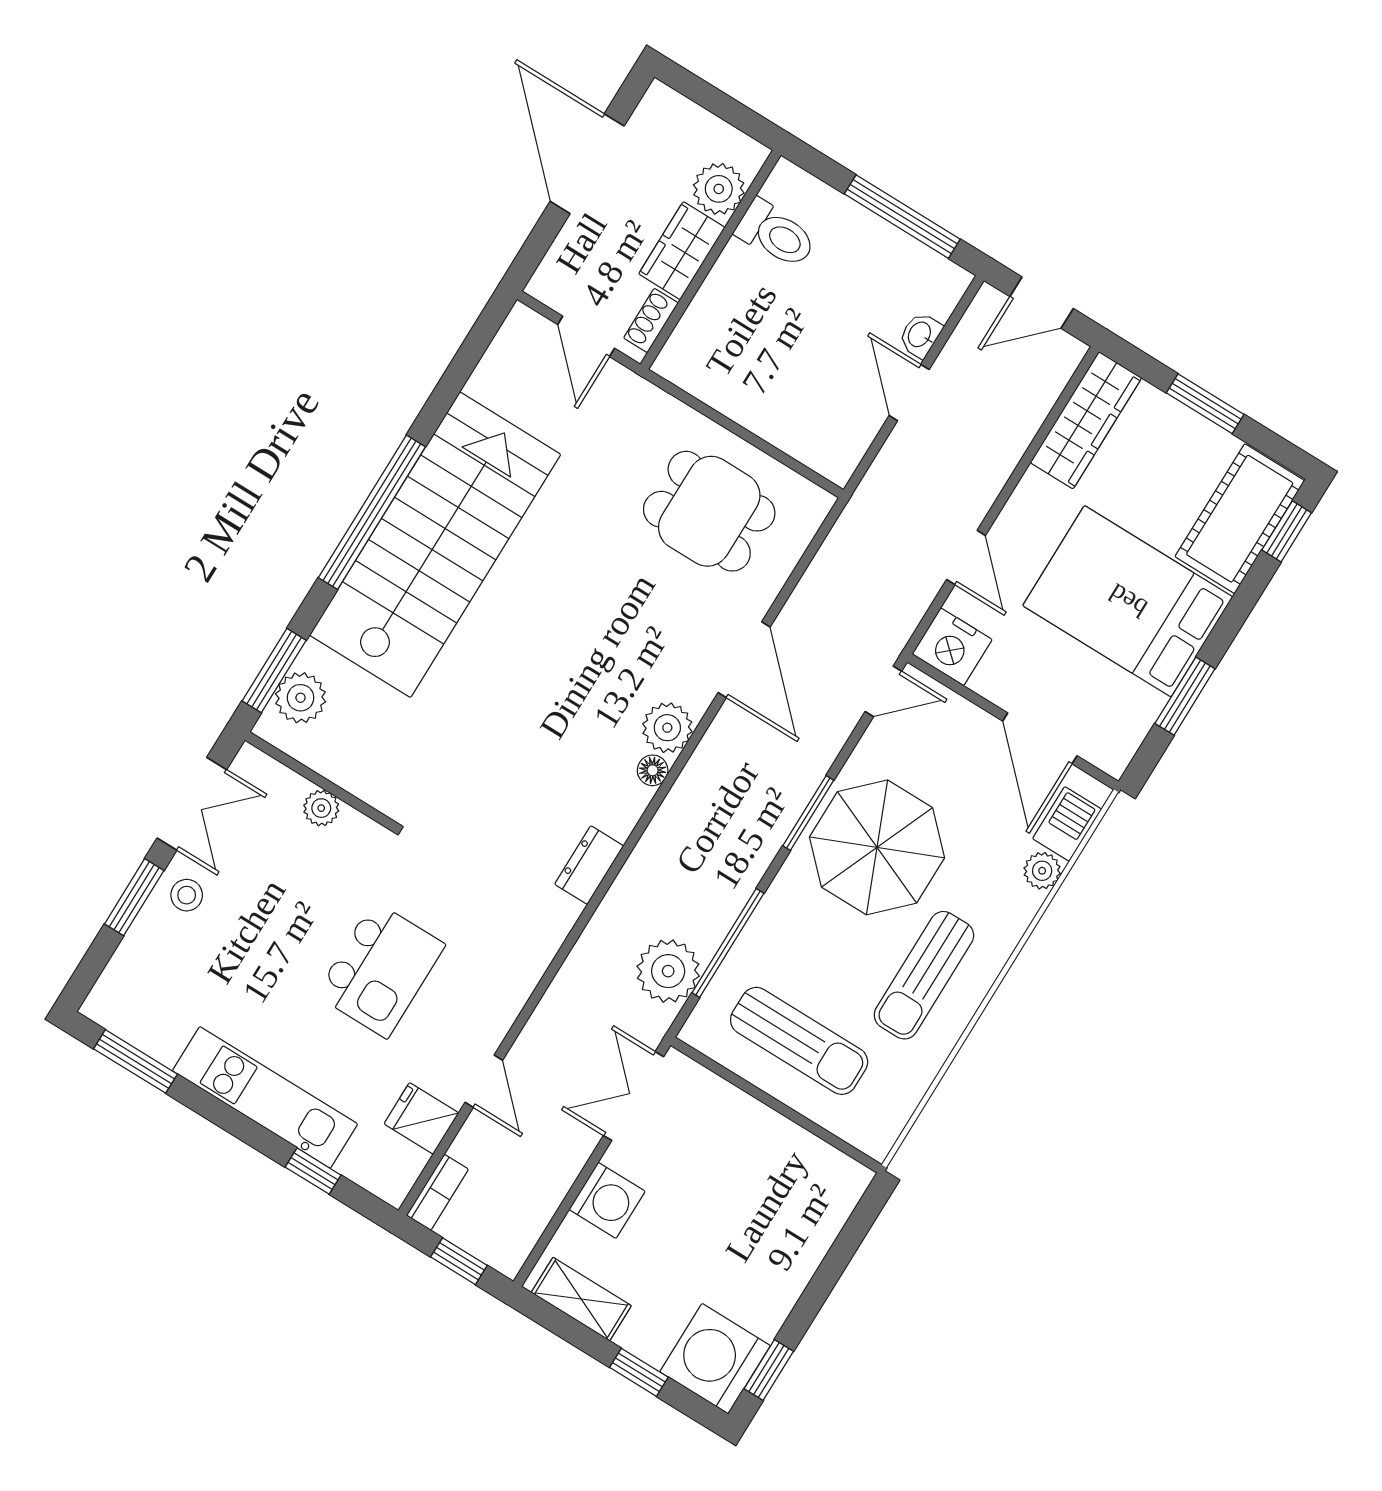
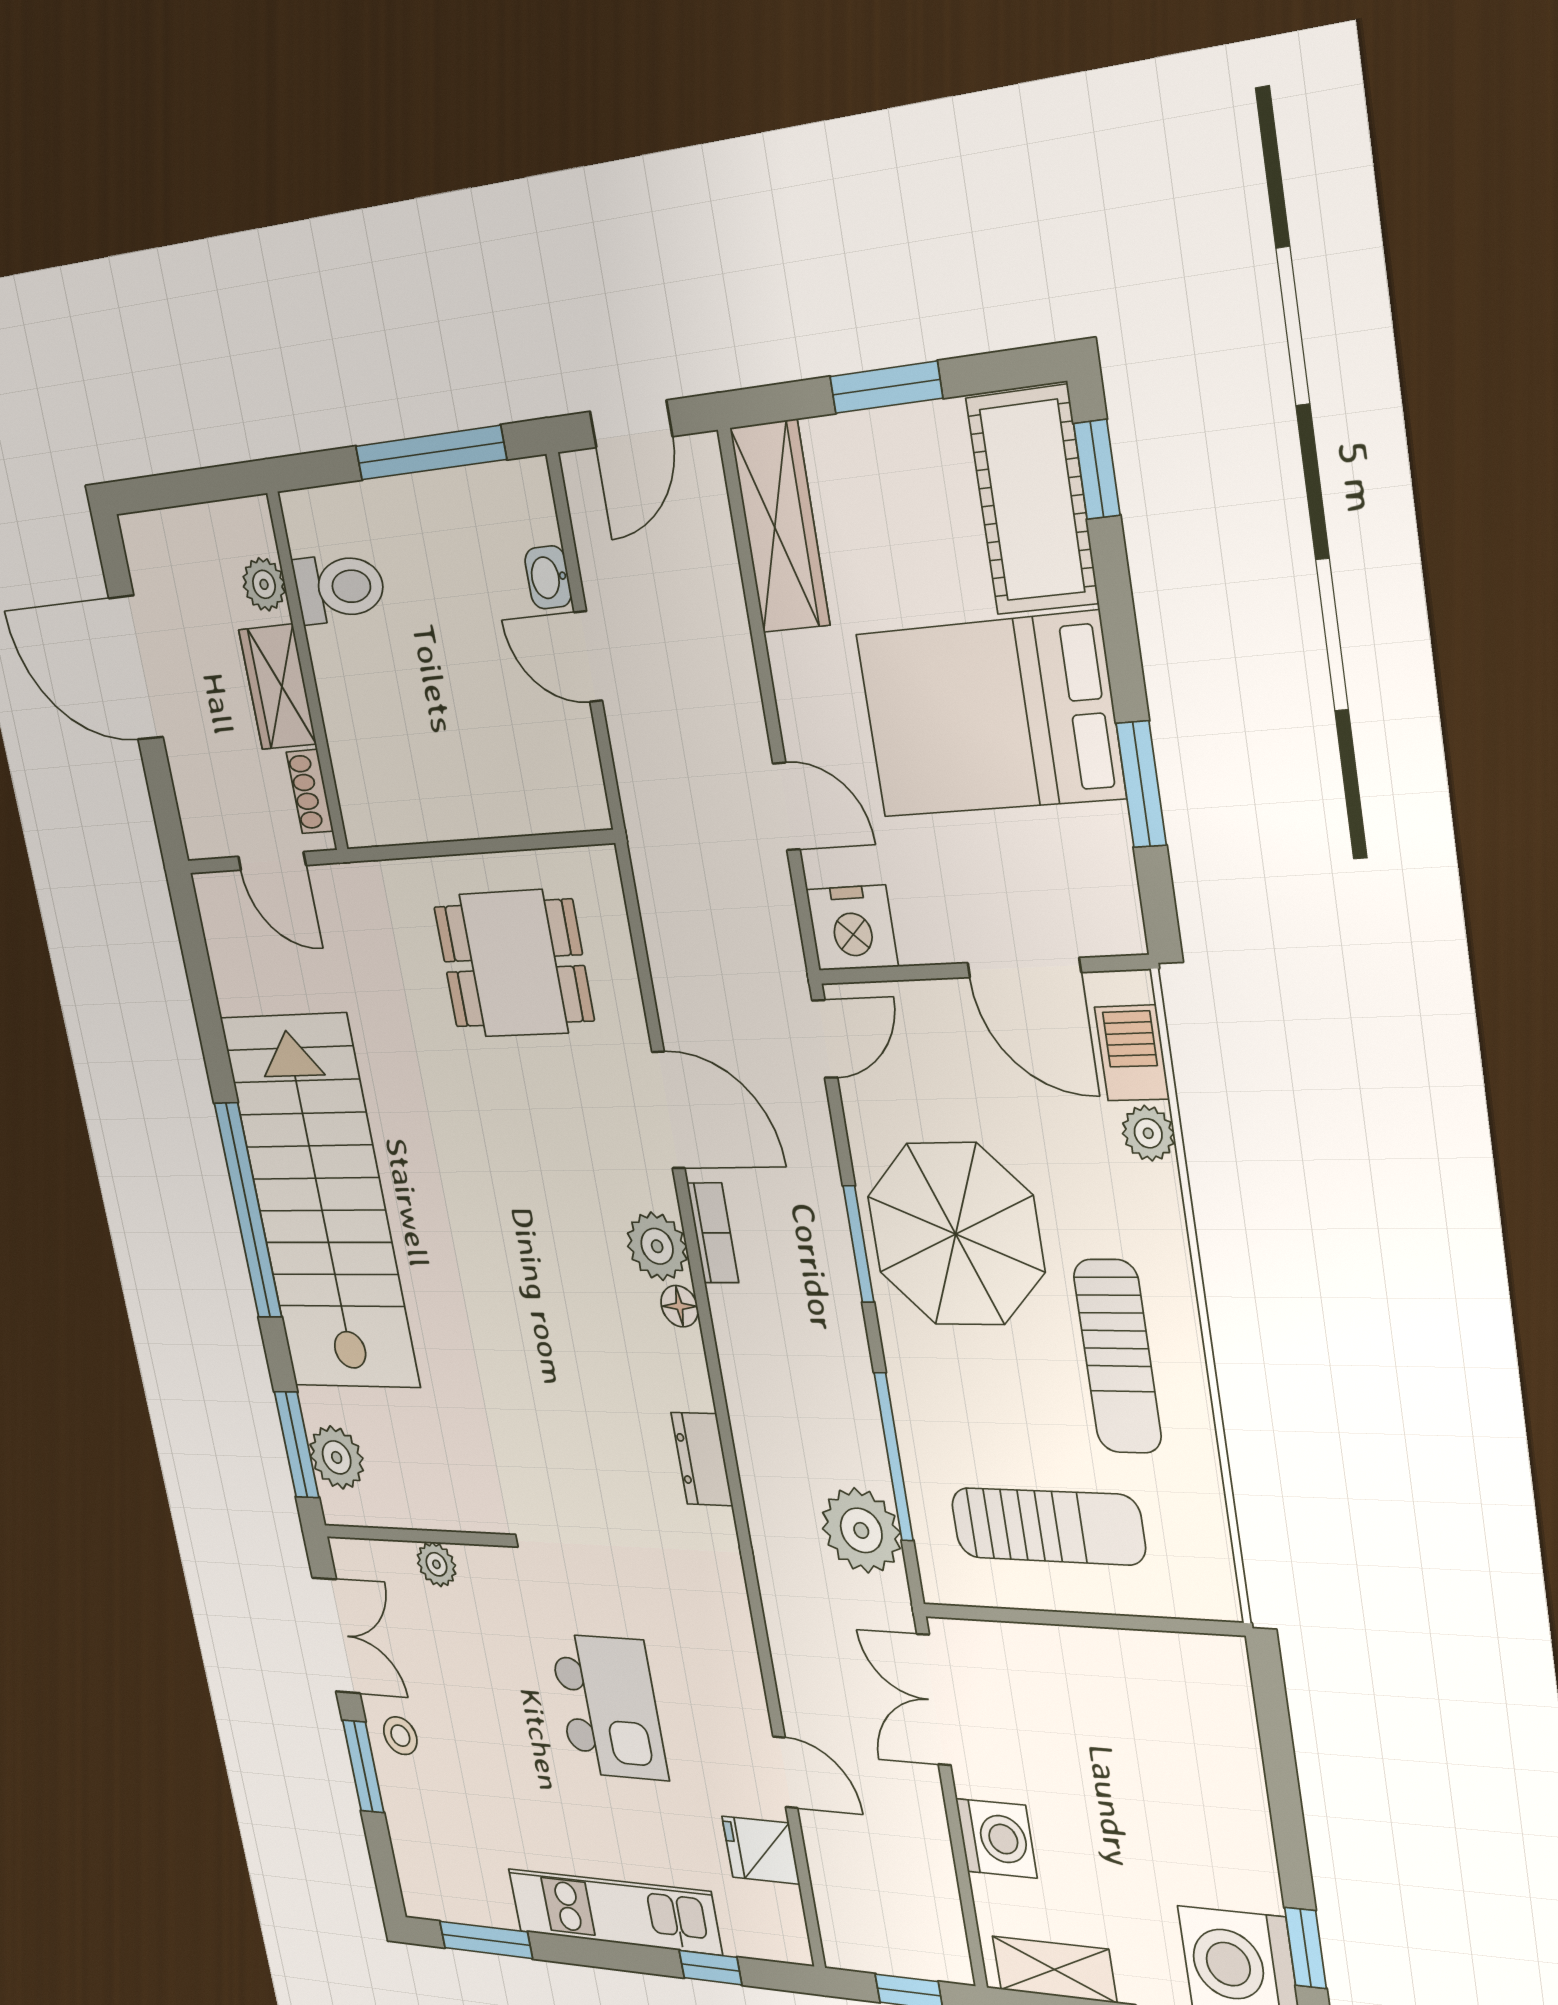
plant: (719, 189) -> (264, 584), width x0.73, depth x0.73
bookcase: (437, 1192) -> (713, 1233), moved

